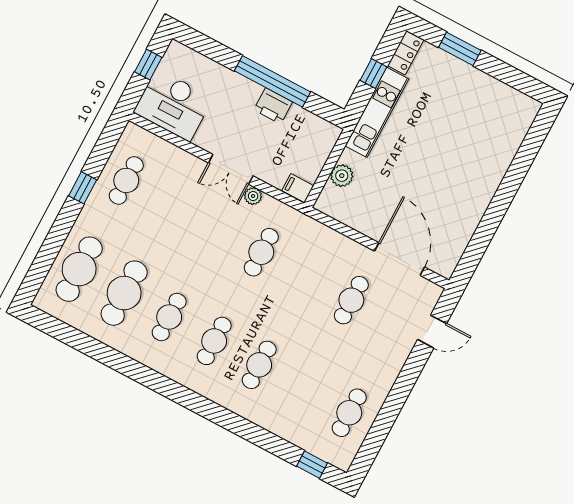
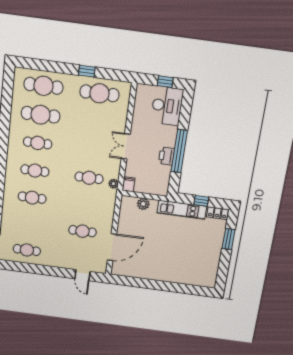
desk: (173, 105) -> (167, 106), moved, turned 180
cafe table: (126, 180) -> (99, 93), width x1.37, depth x1.35
plant: (253, 196) -> (113, 184), moved

